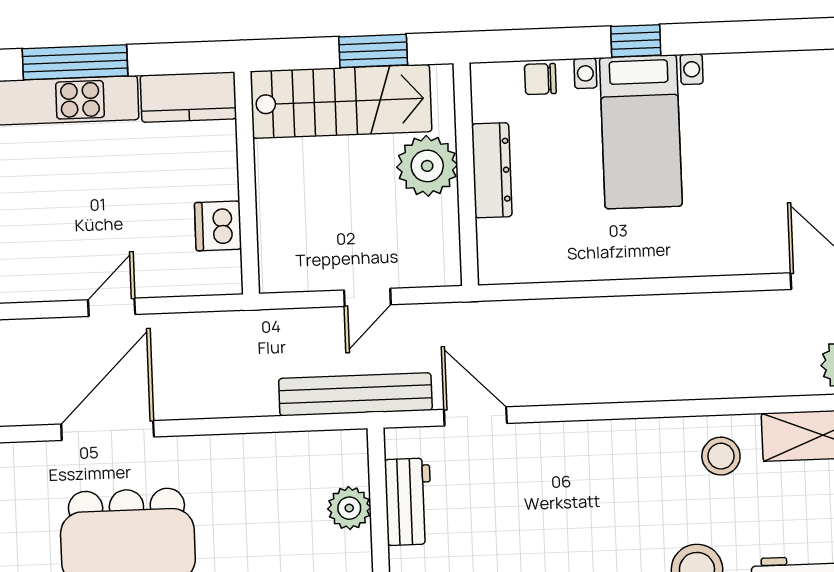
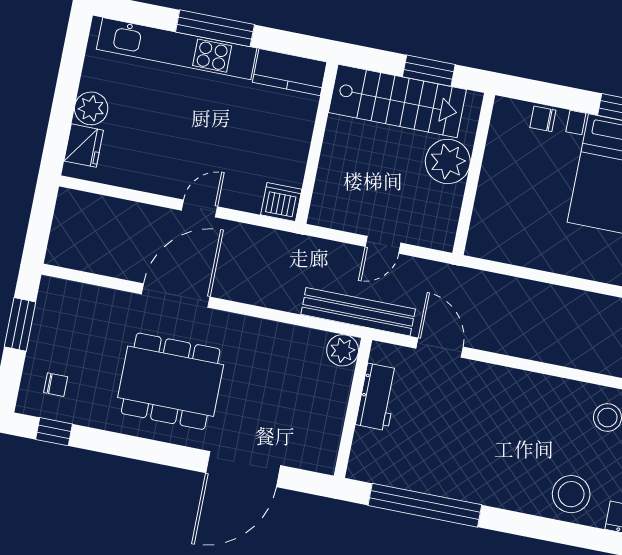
dresser: (492, 170) -> (493, 175), removed
dishwasher: (218, 226) -> (281, 202), moved, turned 90
plant: (349, 508) -> (343, 350), moved

